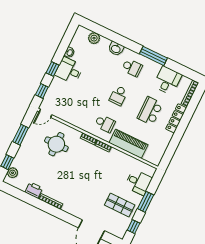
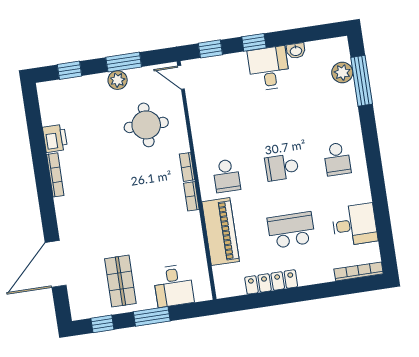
washbasin: (116, 49) -> (349, 116), removed
window: (153, 56) -> (362, 81), moved
locker: (176, 118) -> (271, 282), moved
plant: (13, 173) -> (118, 80), moved

